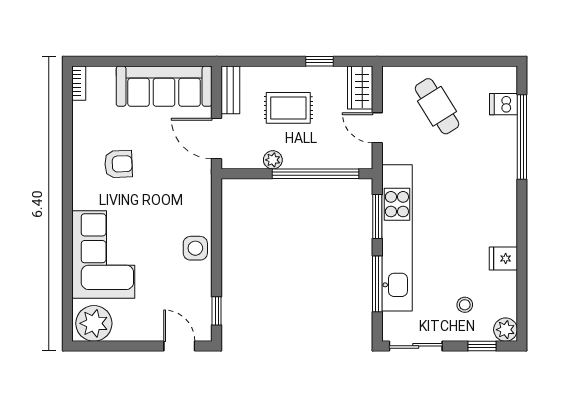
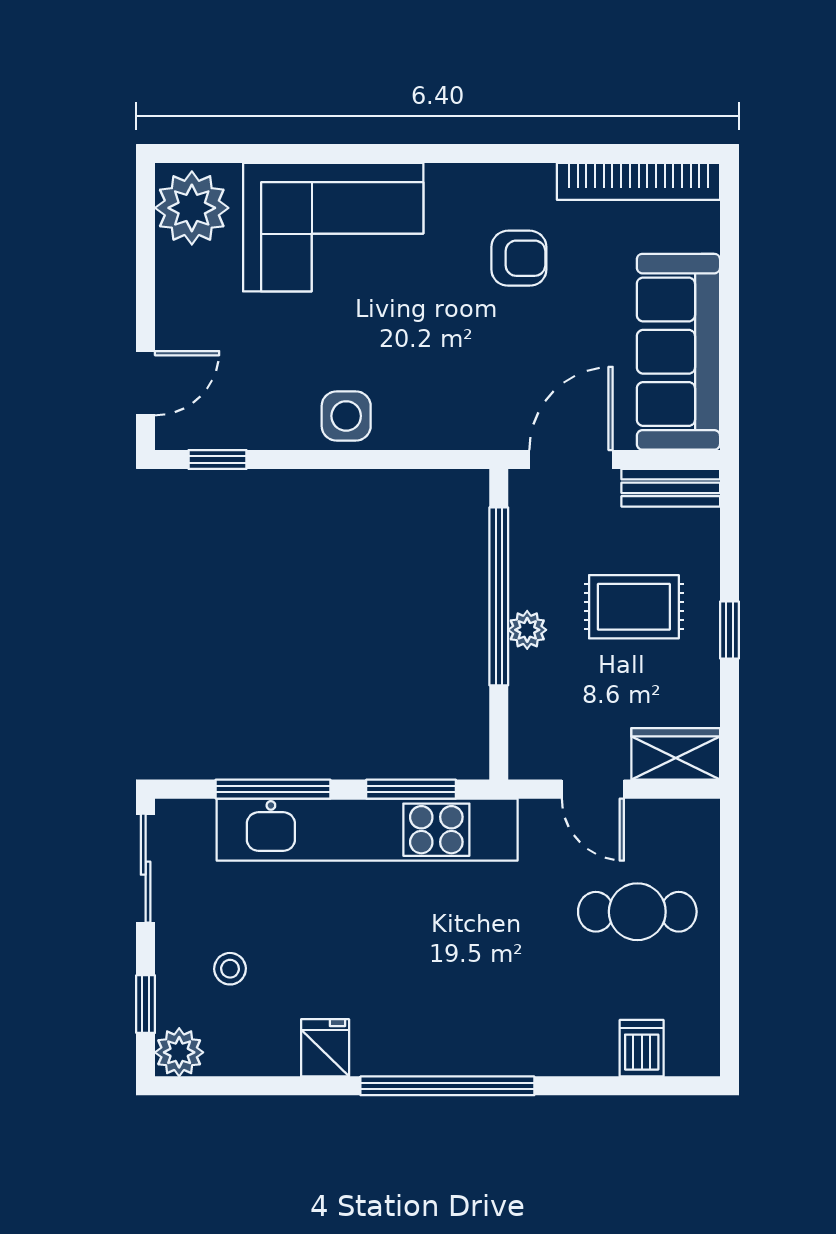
window: (319, 61) -> (729, 630), moved
bookcase: (79, 83) -> (639, 181), width x2.31, depth x1.31
cafe table: (437, 106) -> (637, 912), turned 32
rug: (288, 108) -> (634, 607), turned 90
door: (377, 128) -> (593, 789), swing flipped
window: (522, 137) -> (447, 1086), moved
plant: (273, 160) -> (527, 630), moved
armchair: (118, 164) -> (519, 258), turned -88
window: (315, 174) -> (499, 596), moved

